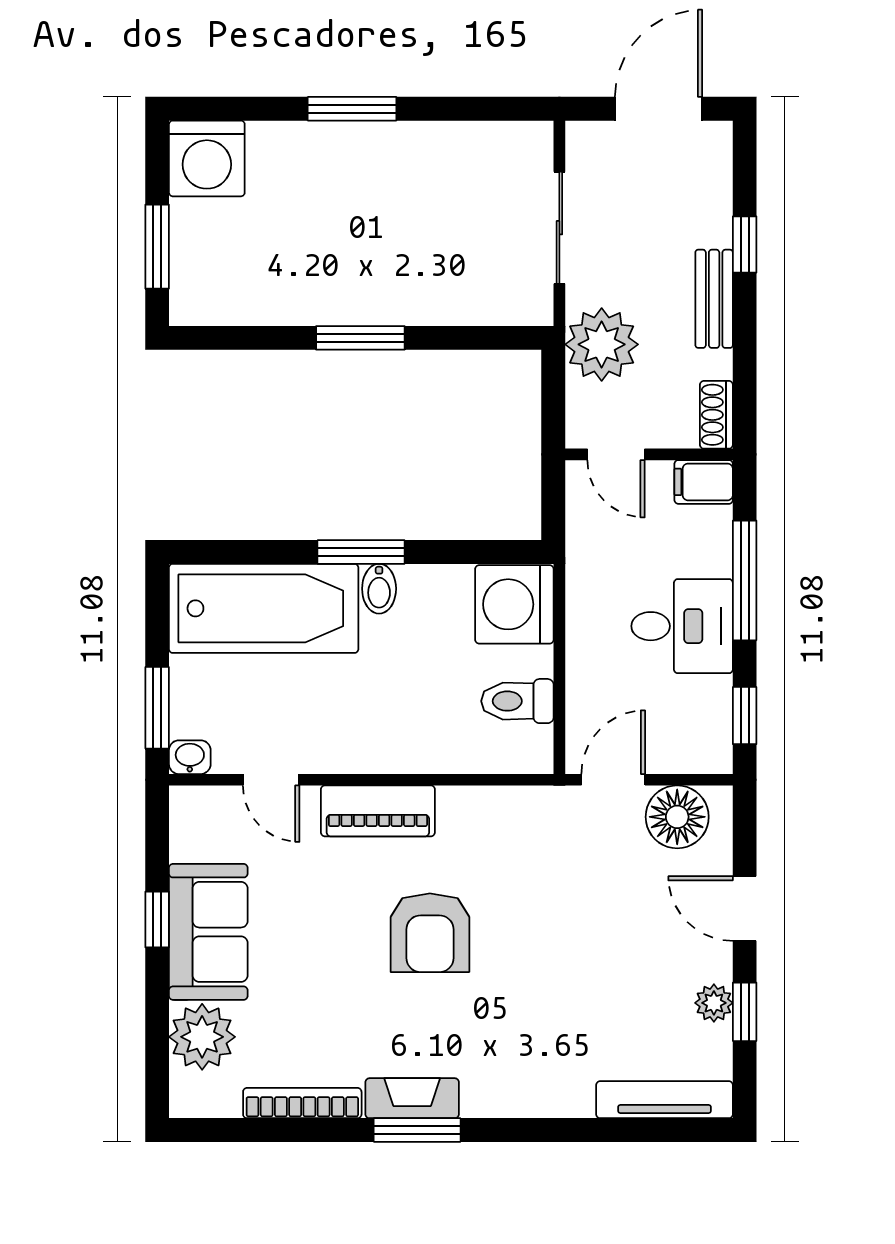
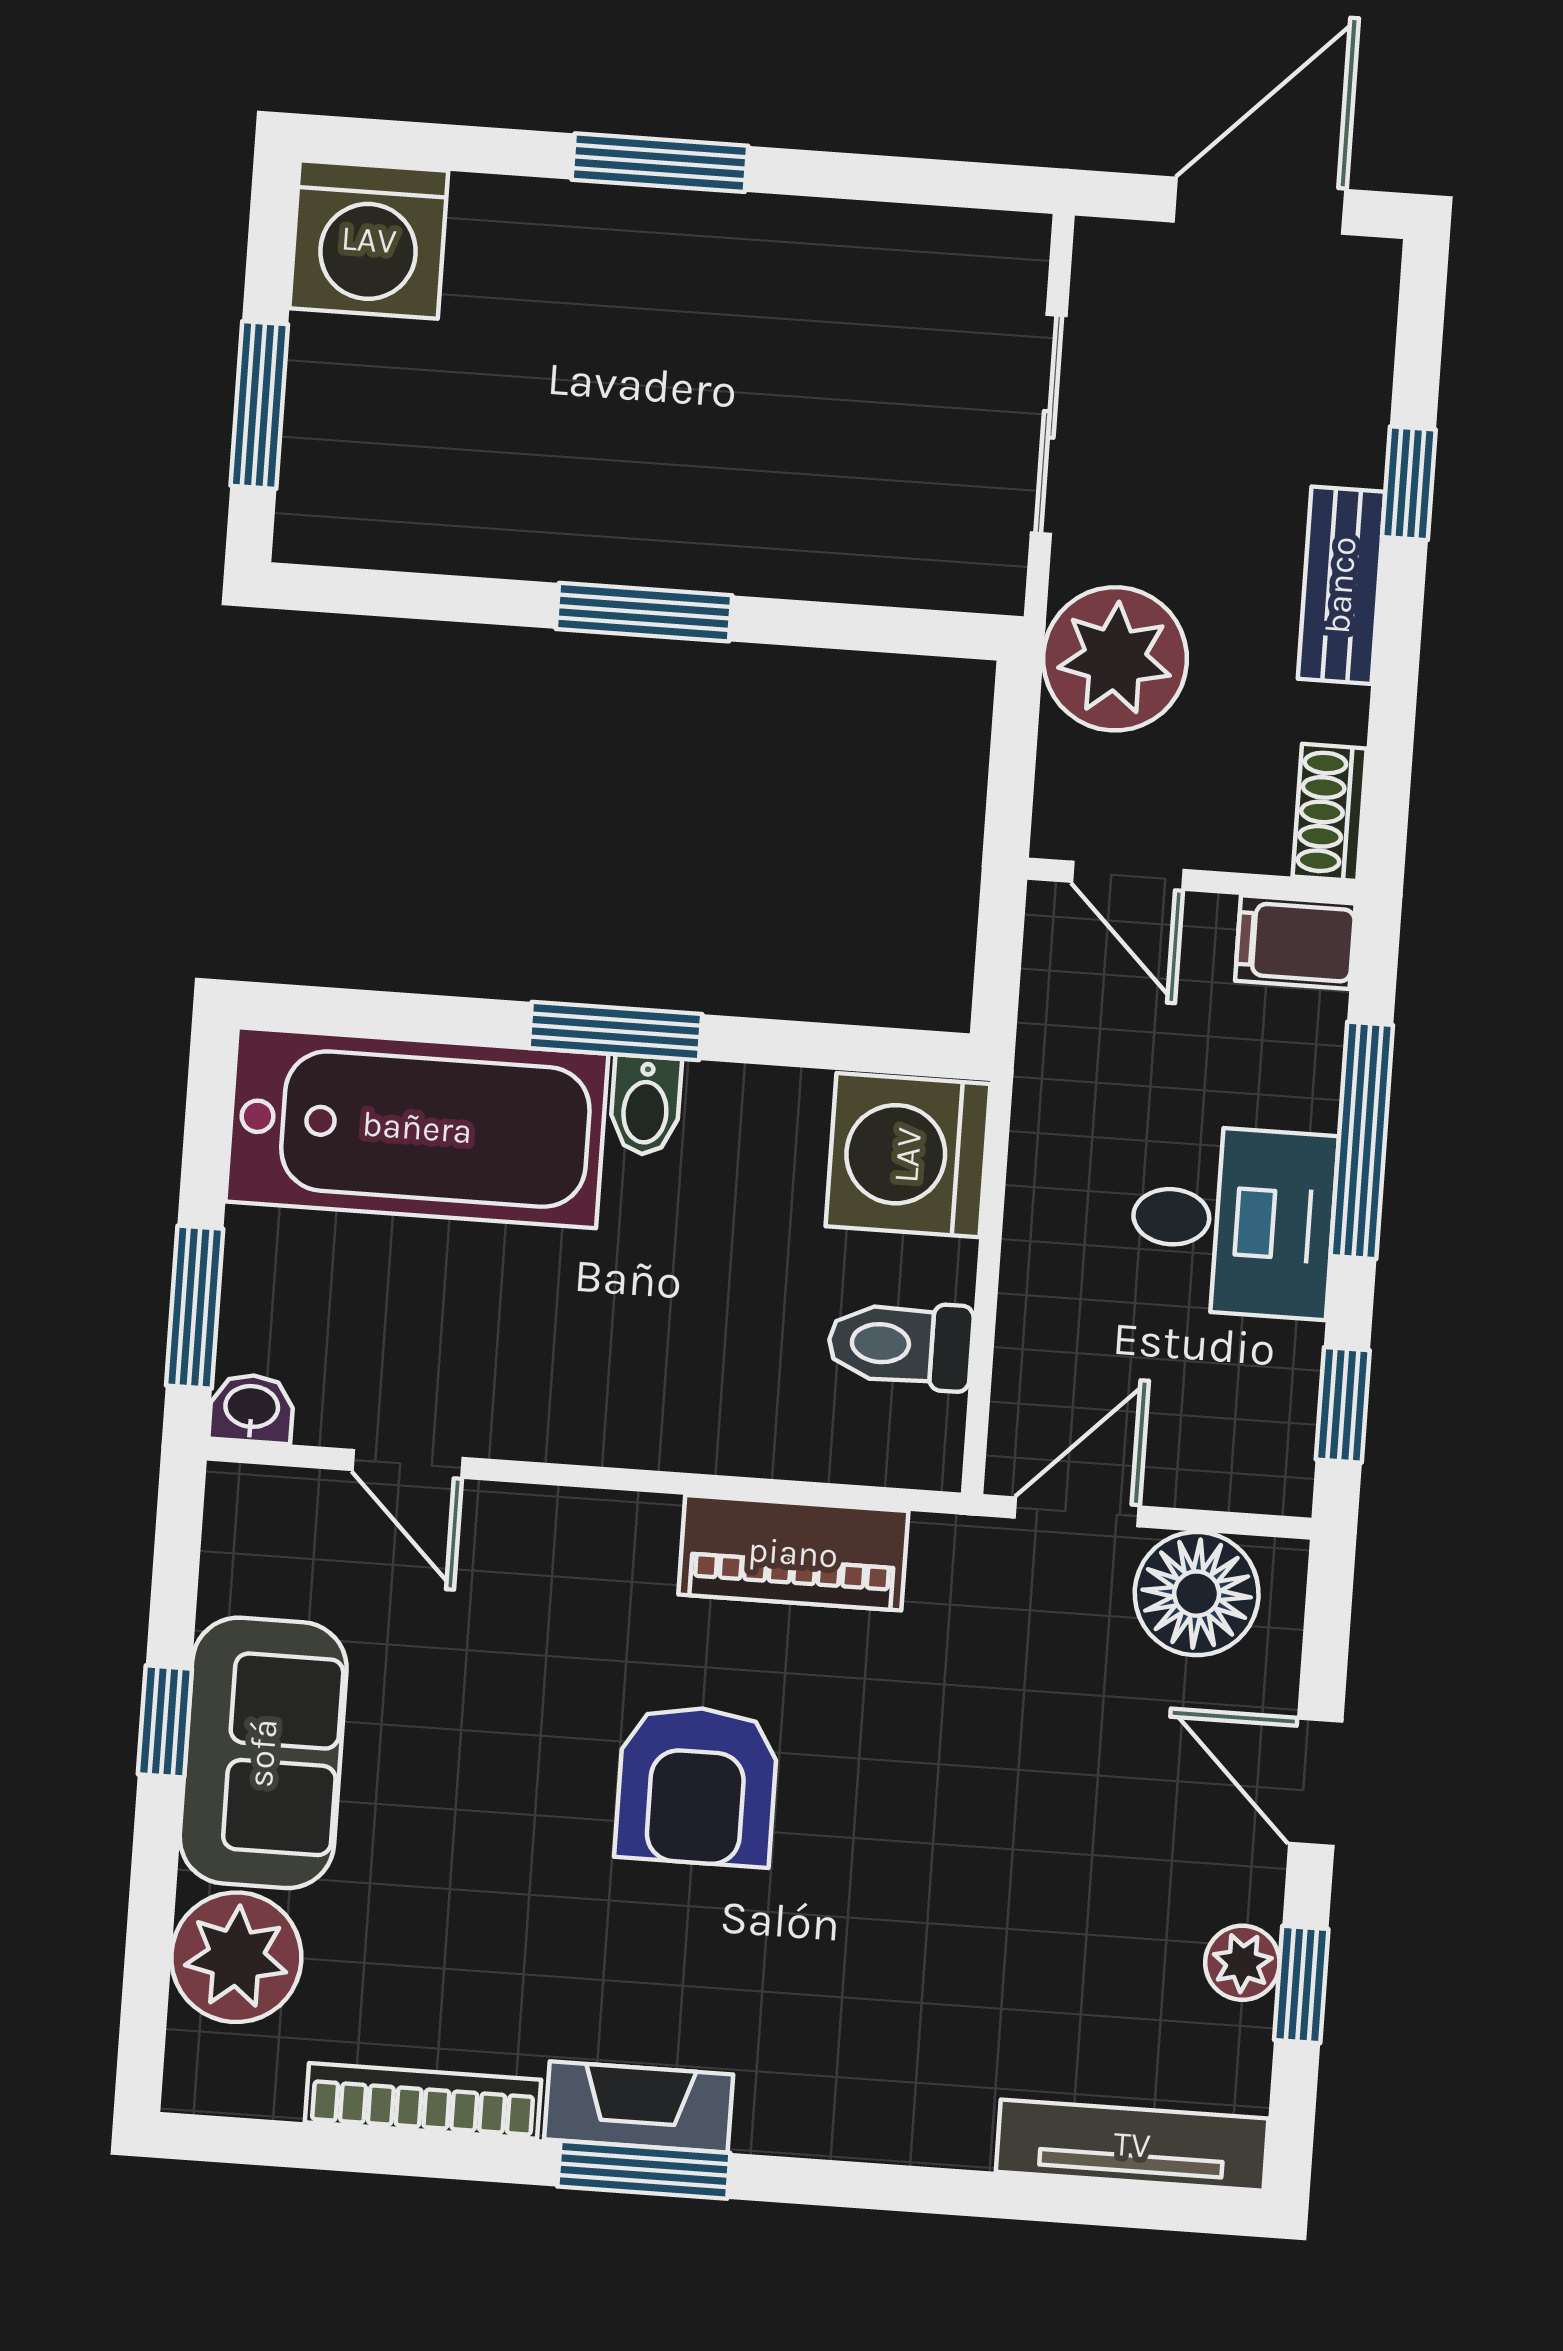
piano: (378, 811) -> (793, 1553), moved

